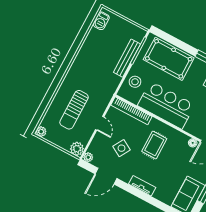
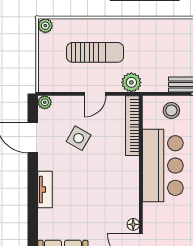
sun lounger: (74, 110) -> (95, 52), turned 180
rug: (154, 145) -> (105, 177), removed
plant: (77, 149) -> (131, 82), moved

